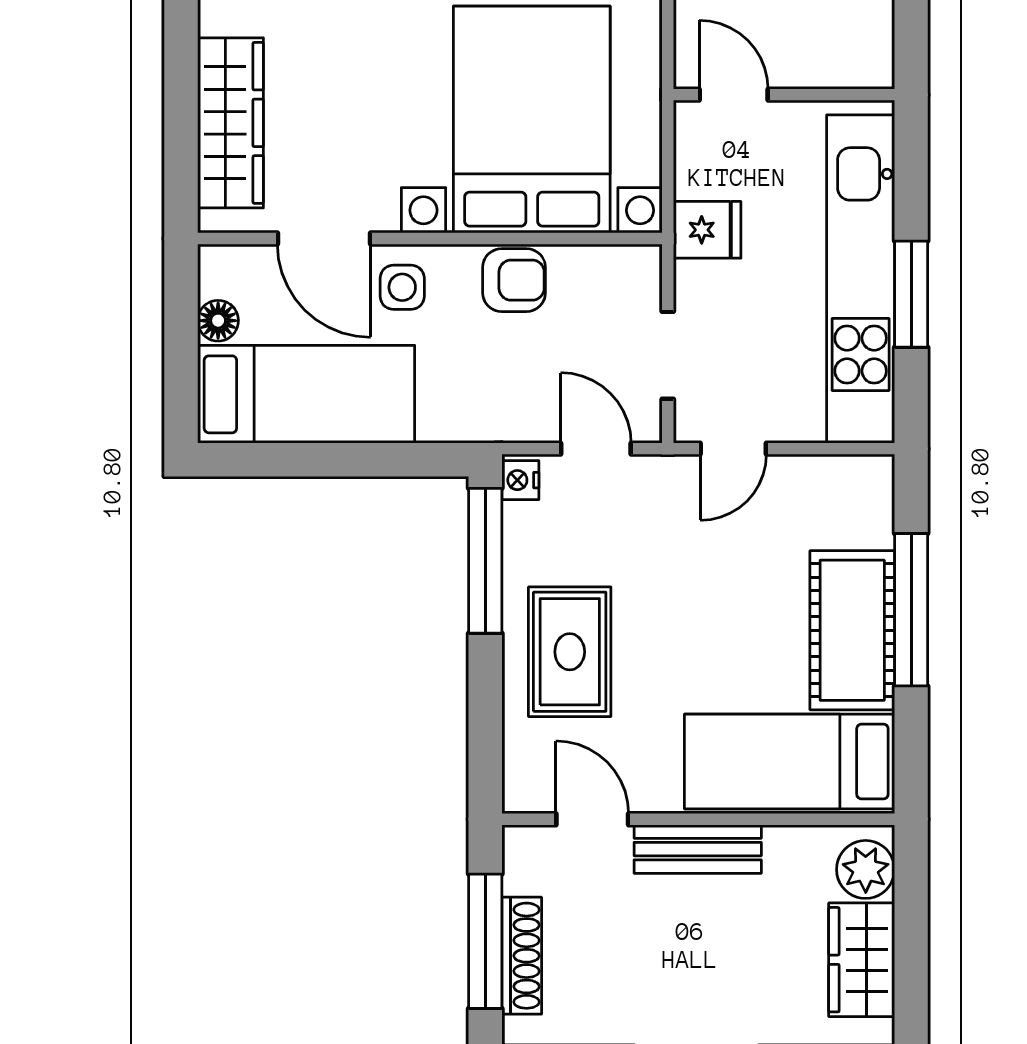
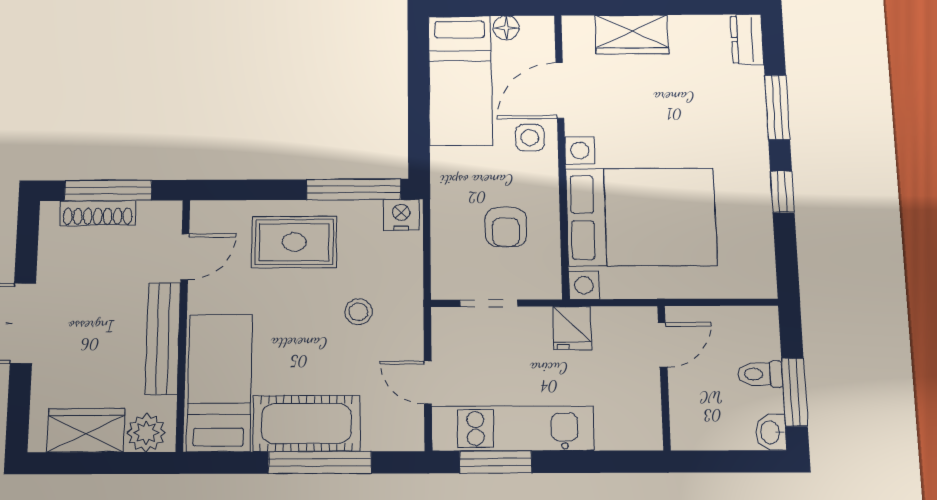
wardrobe: (231, 123) -> (632, 34), width x0.67
kitchen unit: (861, 279) -> (513, 428), width x0.73
armchair: (514, 280) -> (506, 227), moved
window: (911, 294) -> (496, 462), moved
door: (596, 449) -> (427, 258), removed
door: (733, 449) -> (428, 383), moved
nightstand: (520, 480) -> (401, 215), width x1.39, depth x1.35
stool: (680, 553) -> (358, 312), added
bench: (698, 849) -> (163, 338), width x1.36

